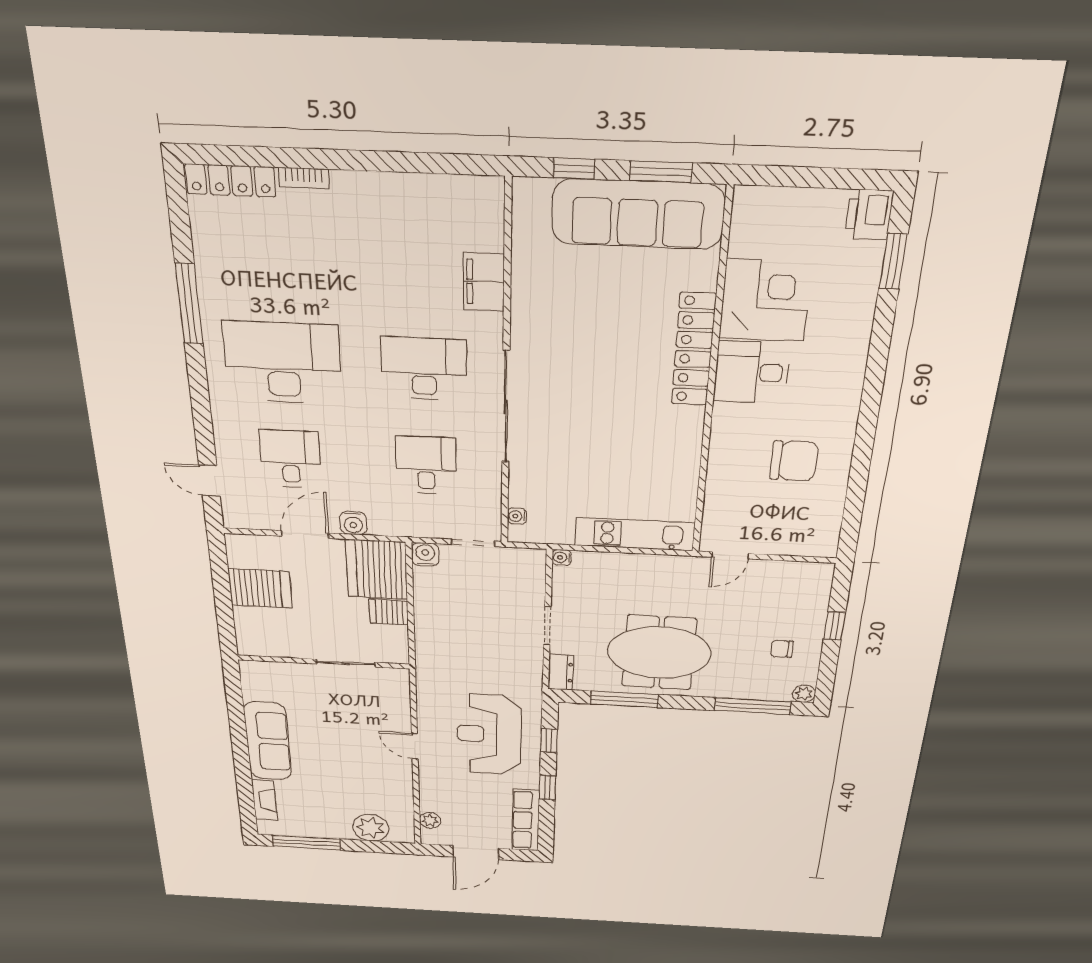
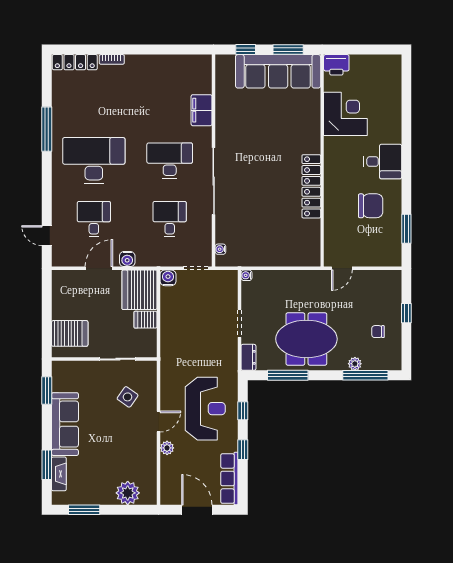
printer: (869, 215) -> (336, 65), moved, turned -90
window: (893, 261) -> (406, 229), moved
locker: (694, 349) -> (311, 186), moved
desk: (752, 372) -> (383, 162), moved, turned 180
kitchen unit: (635, 534) -> (287, 257), removed
server rack: (260, 588) -> (70, 333), moved
plant: (804, 694) -> (355, 364), moved
window: (234, 698) -> (47, 391), added
side table: (364, 713) -> (128, 397), added
reception desk: (489, 734) -> (205, 409), turned 180
door: (415, 746) -> (158, 421), swing flipped
window: (245, 788) -> (47, 465), added
plant: (430, 820) -> (167, 448), moved
window: (307, 843) -> (84, 510), width x0.69
door: (476, 853) -> (197, 510), swing flipped

